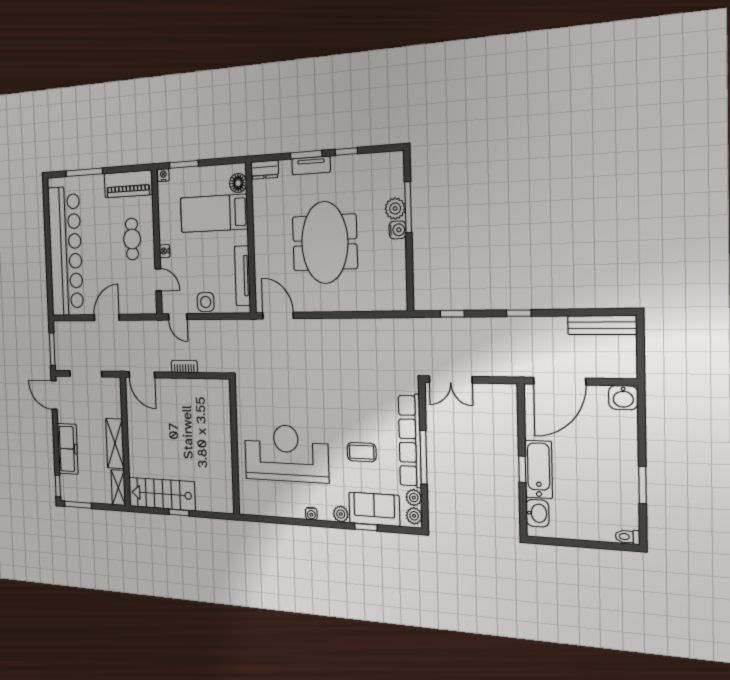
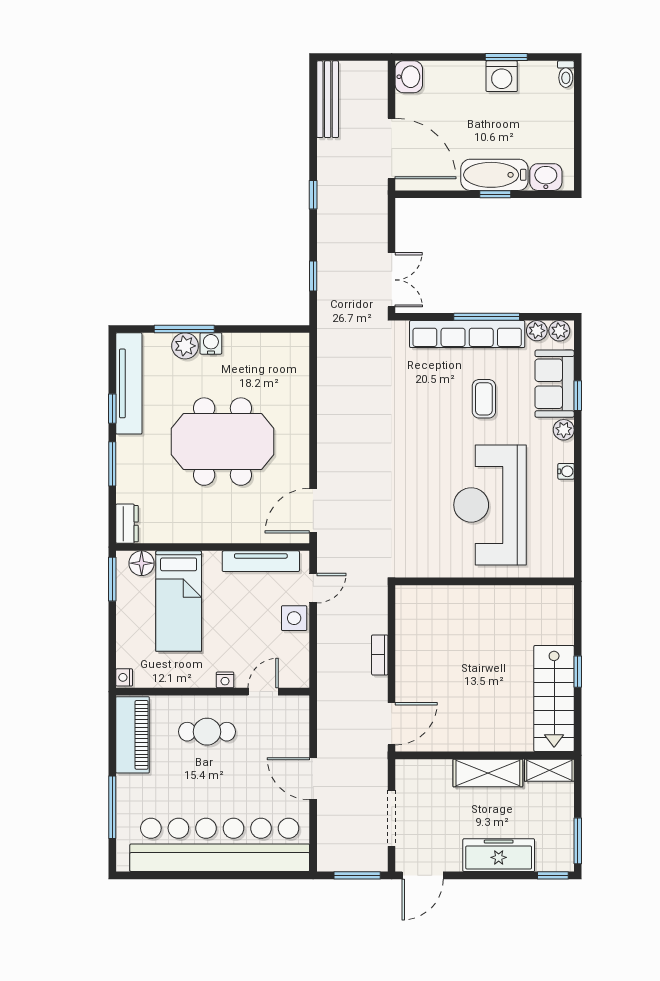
window: (184, 164) -> (112, 579), moved
tv unit: (311, 165) -> (129, 383), moved, width x1.92, depth x1.29
door: (178, 317) -> (313, 588), moved
washing machine: (625, 480) -> (502, 76), added

